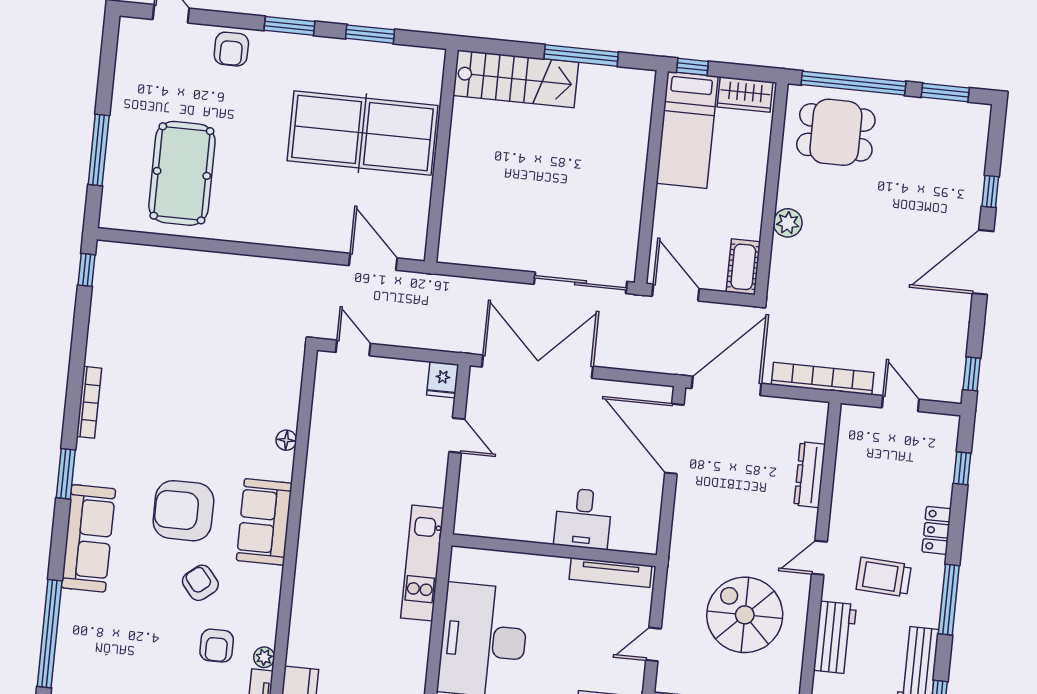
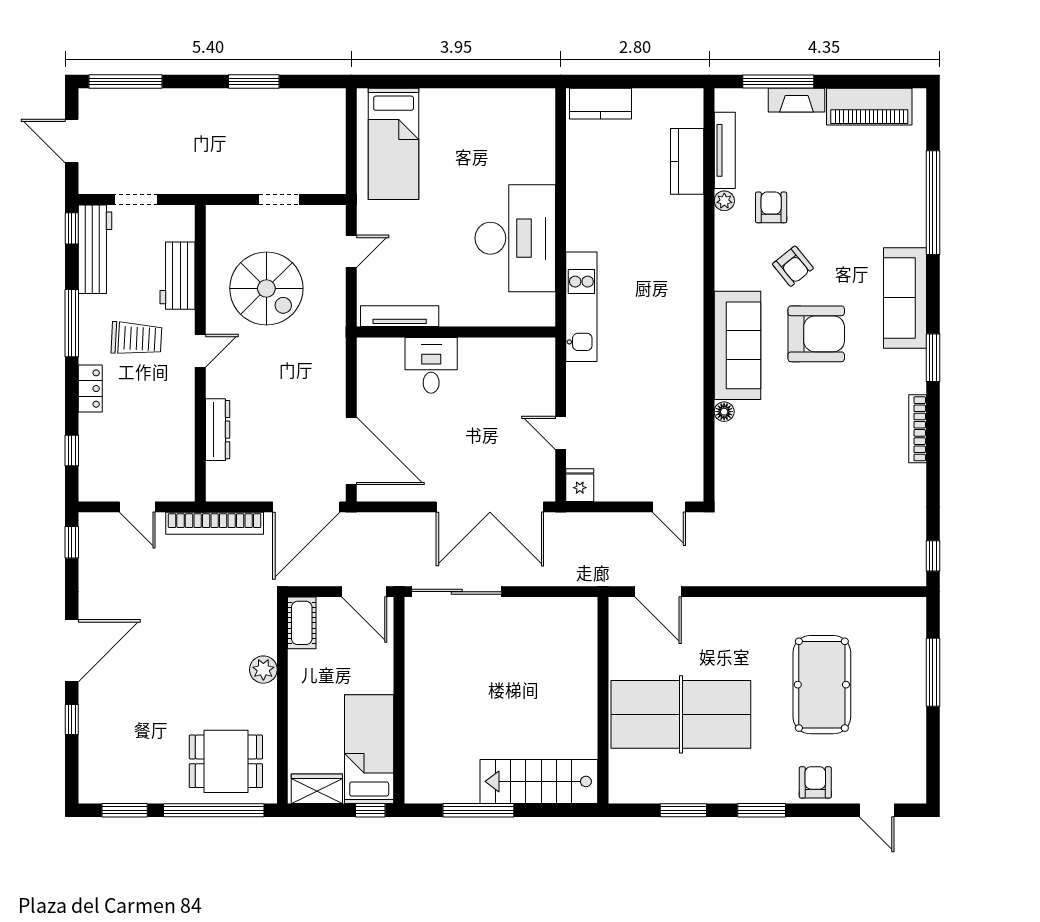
pool table: (182, 173) -> (822, 685), moved
sofa: (264, 522) -> (737, 345), width x1.36

